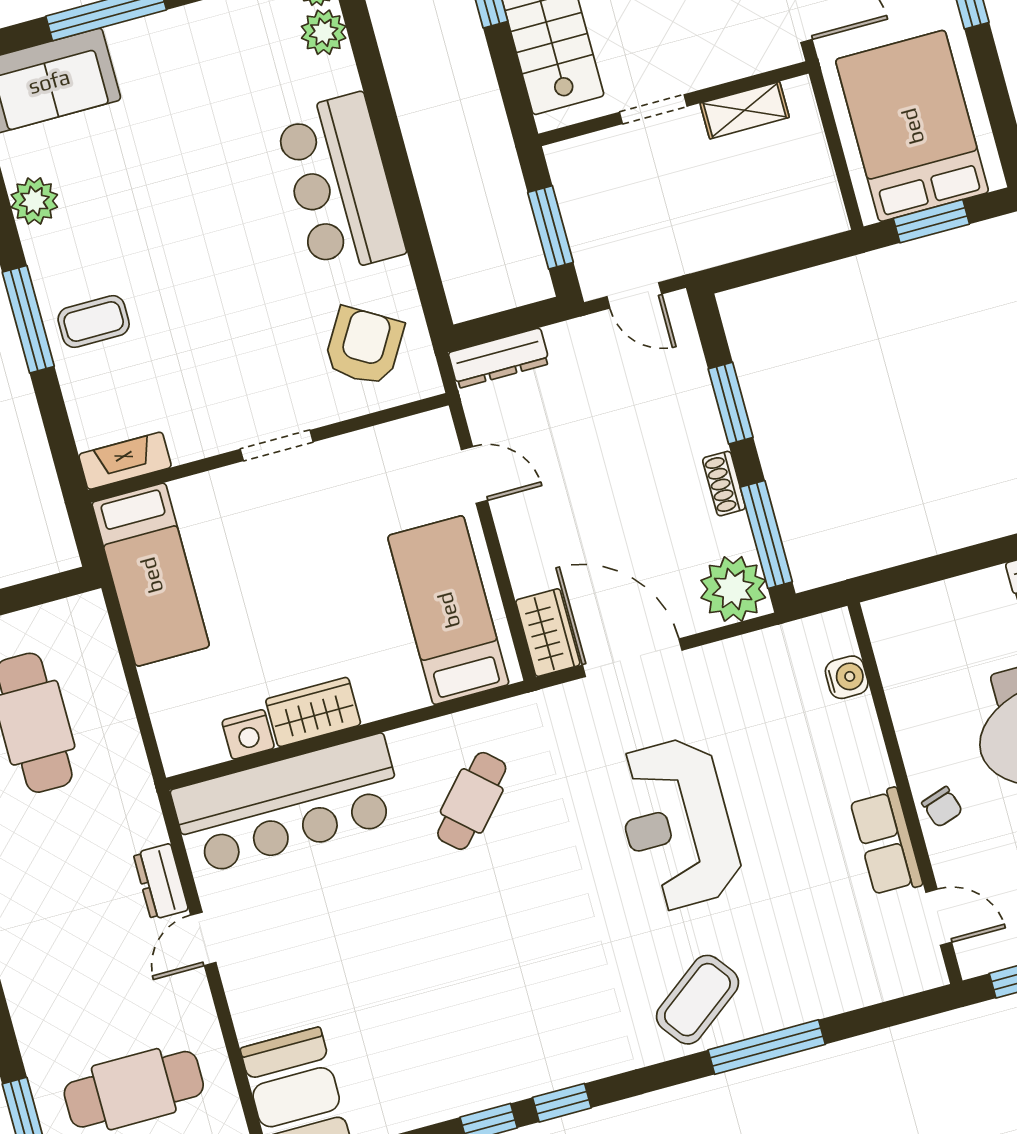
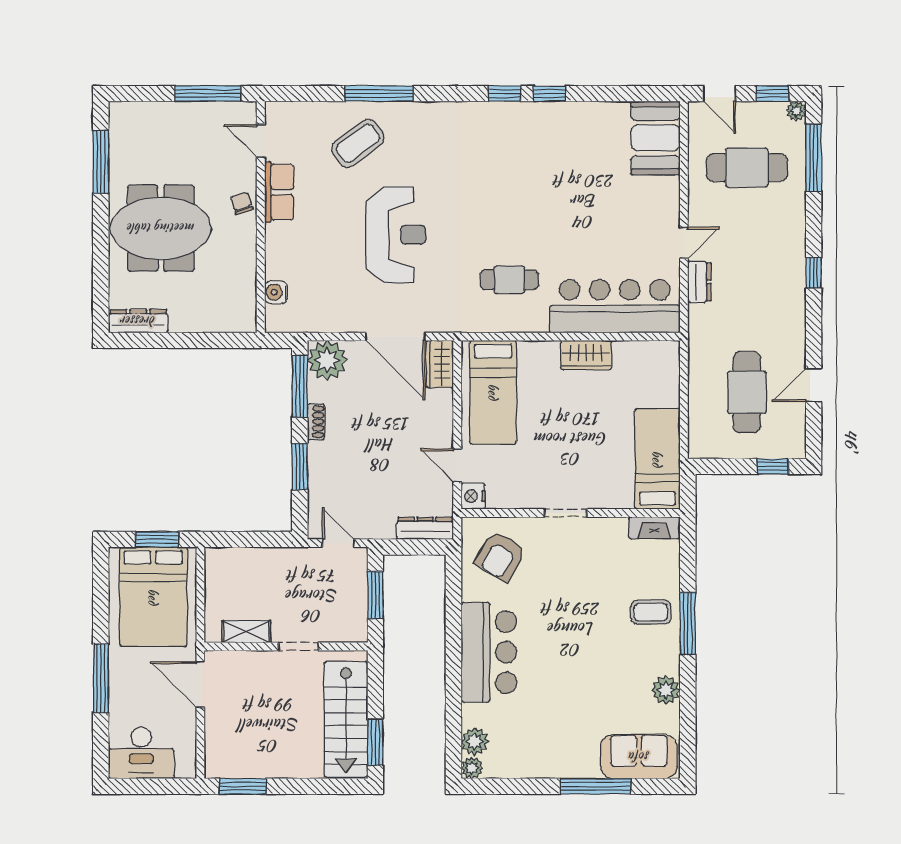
nightstand: (248, 734) -> (473, 496), moved, turned -90
cafe table: (472, 801) -> (509, 280), turned 48
coffee table: (697, 1000) -> (358, 143), moved

